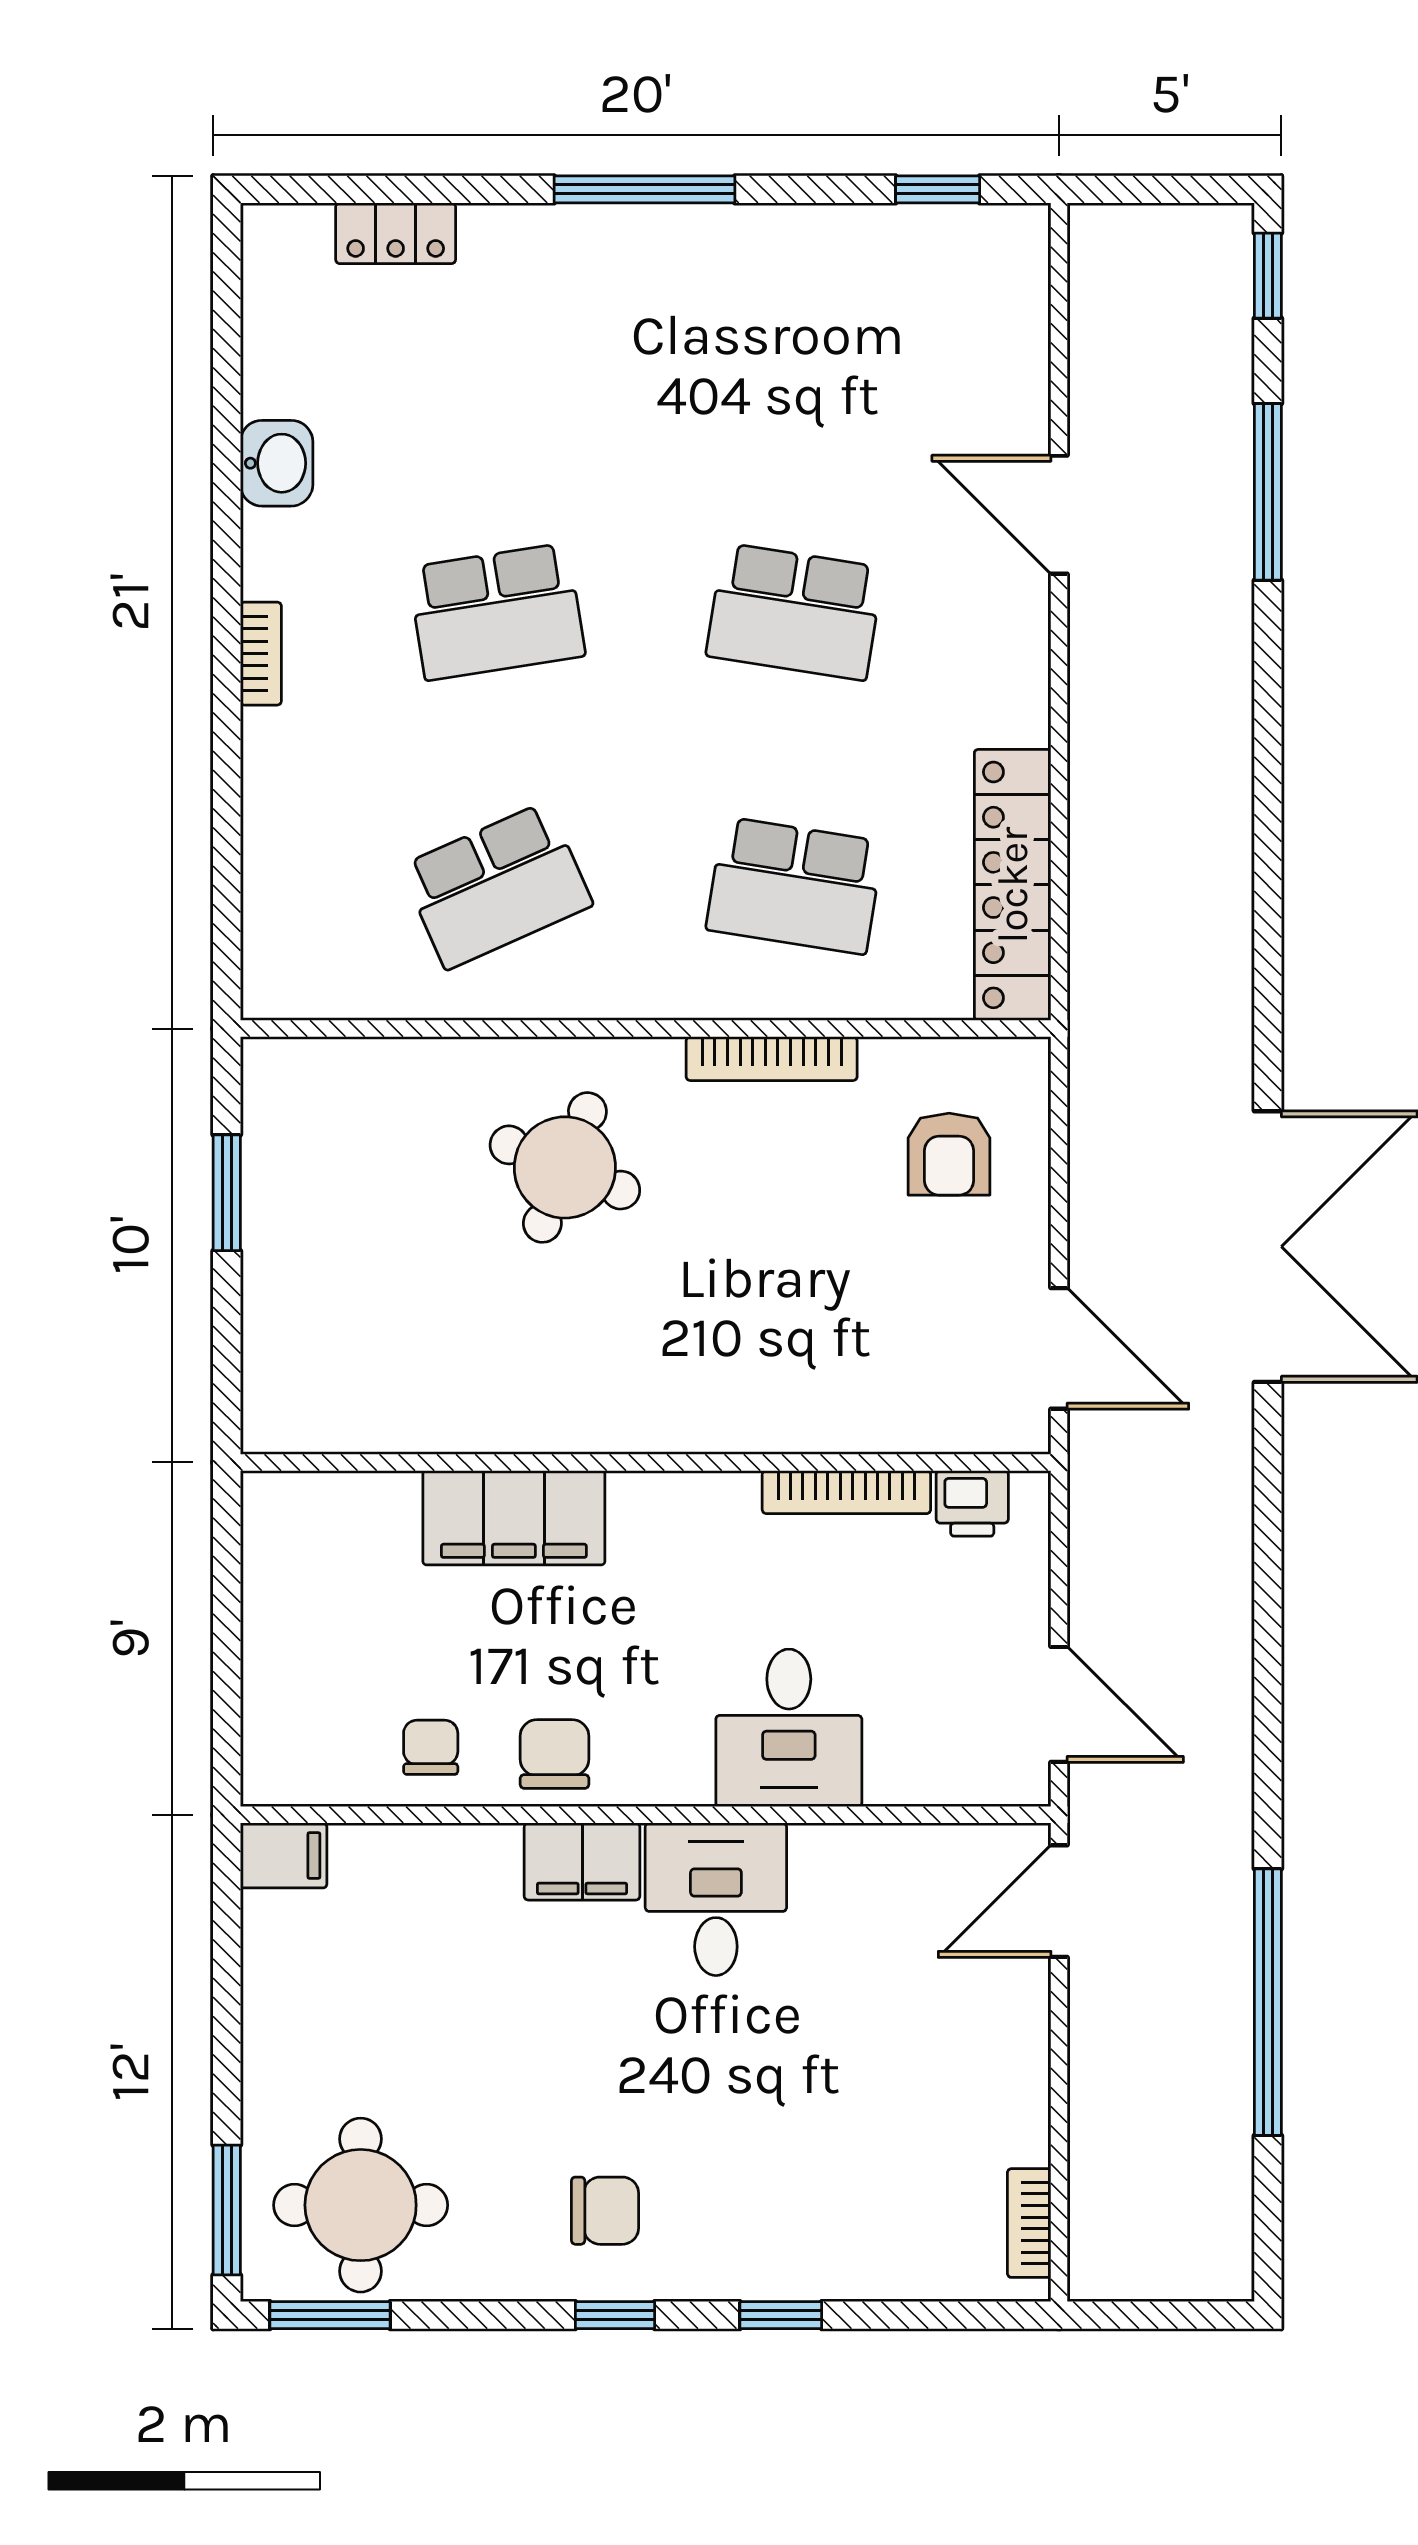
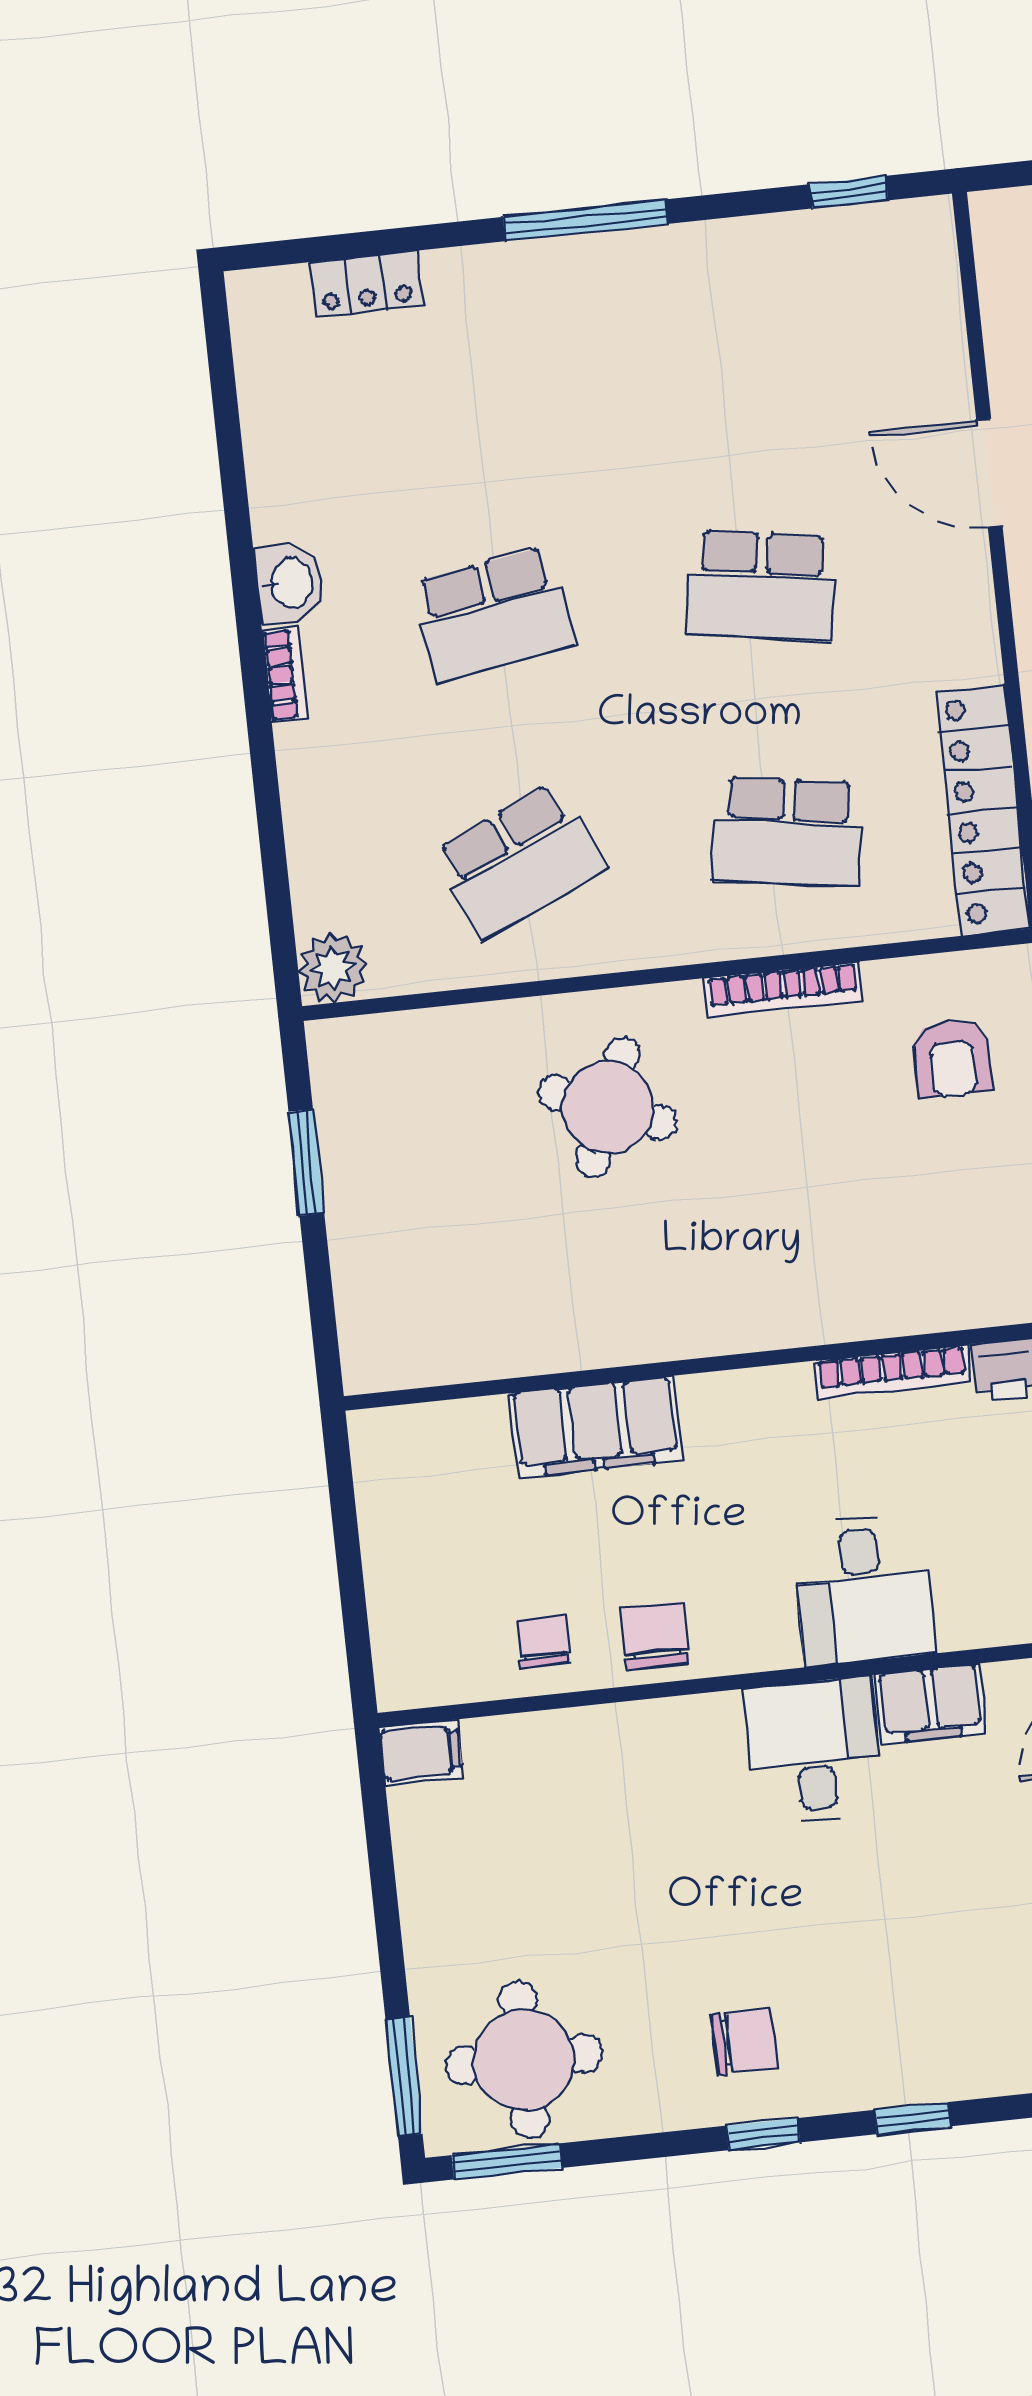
washbasin: (277, 463) -> (290, 583), moved
plant: (279, 982) -> (333, 968), added
filing cabinet: (582, 1862) -> (931, 1704), moved

